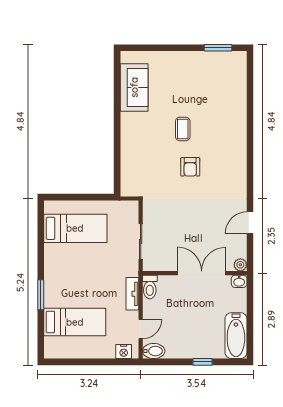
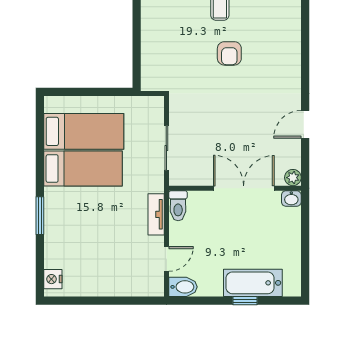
bed: (75, 322) -> (83, 169), moved
bathtub: (236, 336) -> (253, 283), moved, turned 90
nightstand: (124, 352) -> (53, 279), moved, turned 90

